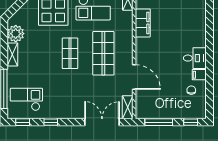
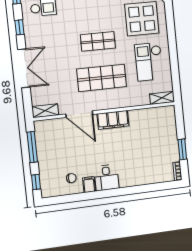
filing cabinet: (143, 23) -> (113, 120), moved
door: (134, 77) -> (79, 114), hinge flipped
double door: (102, 122) -> (24, 68), moved

